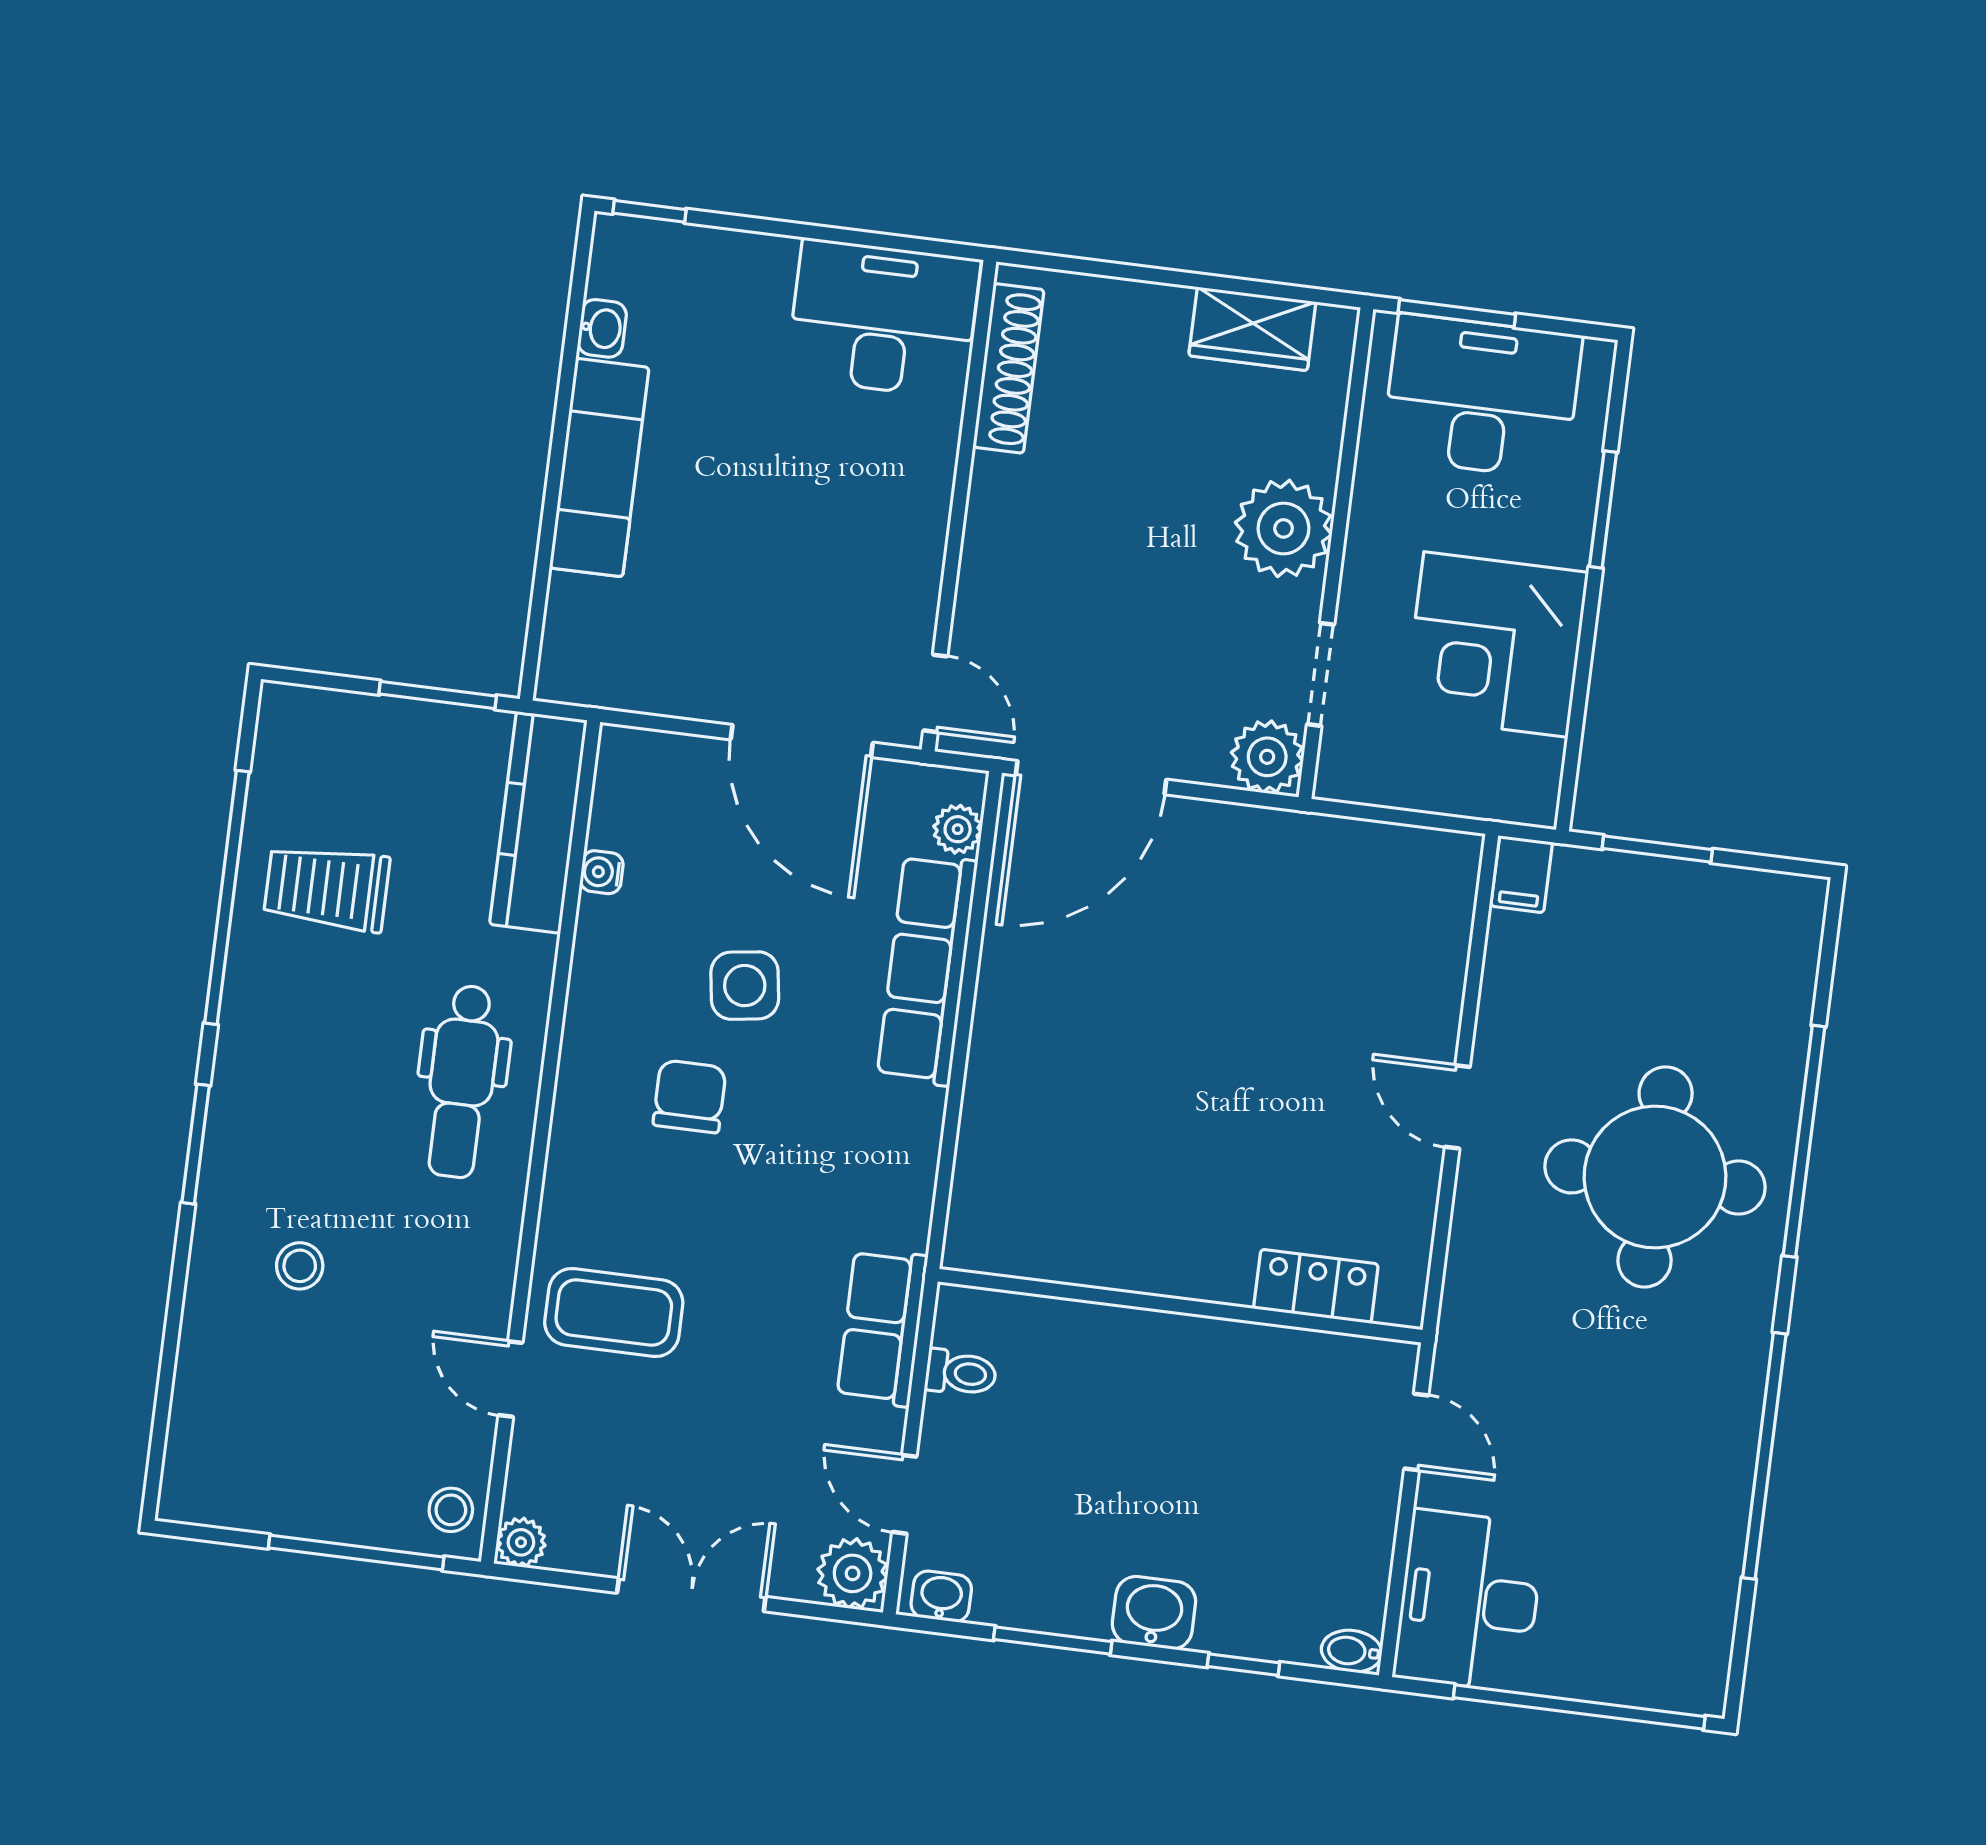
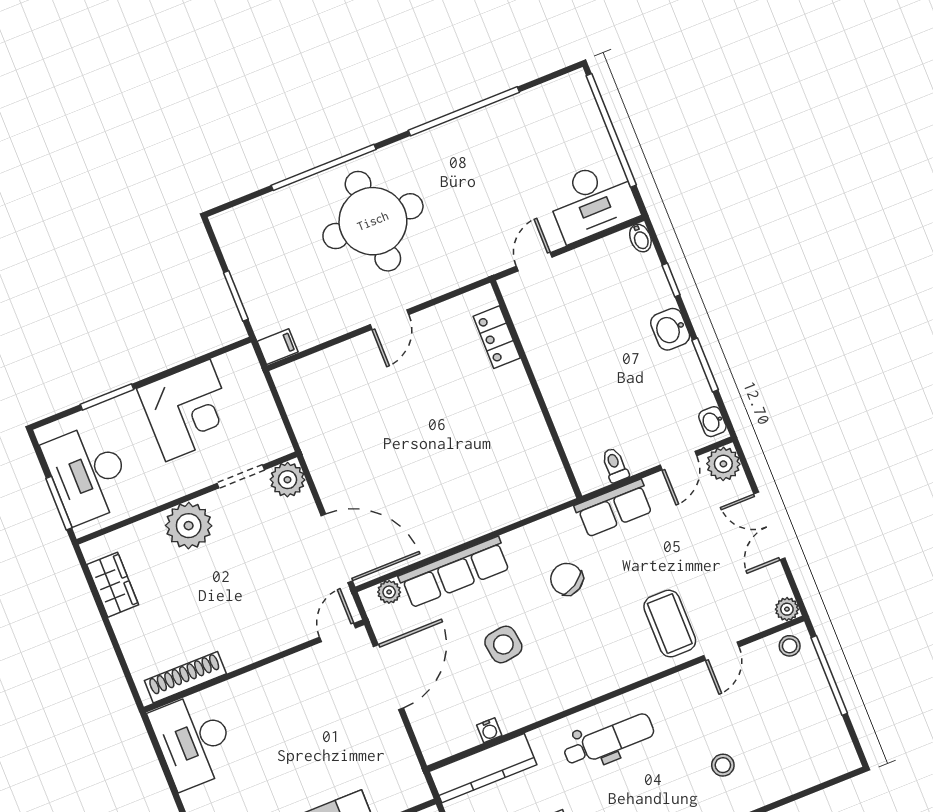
chair: (690, 1096) -> (567, 579), moved, turned 59

